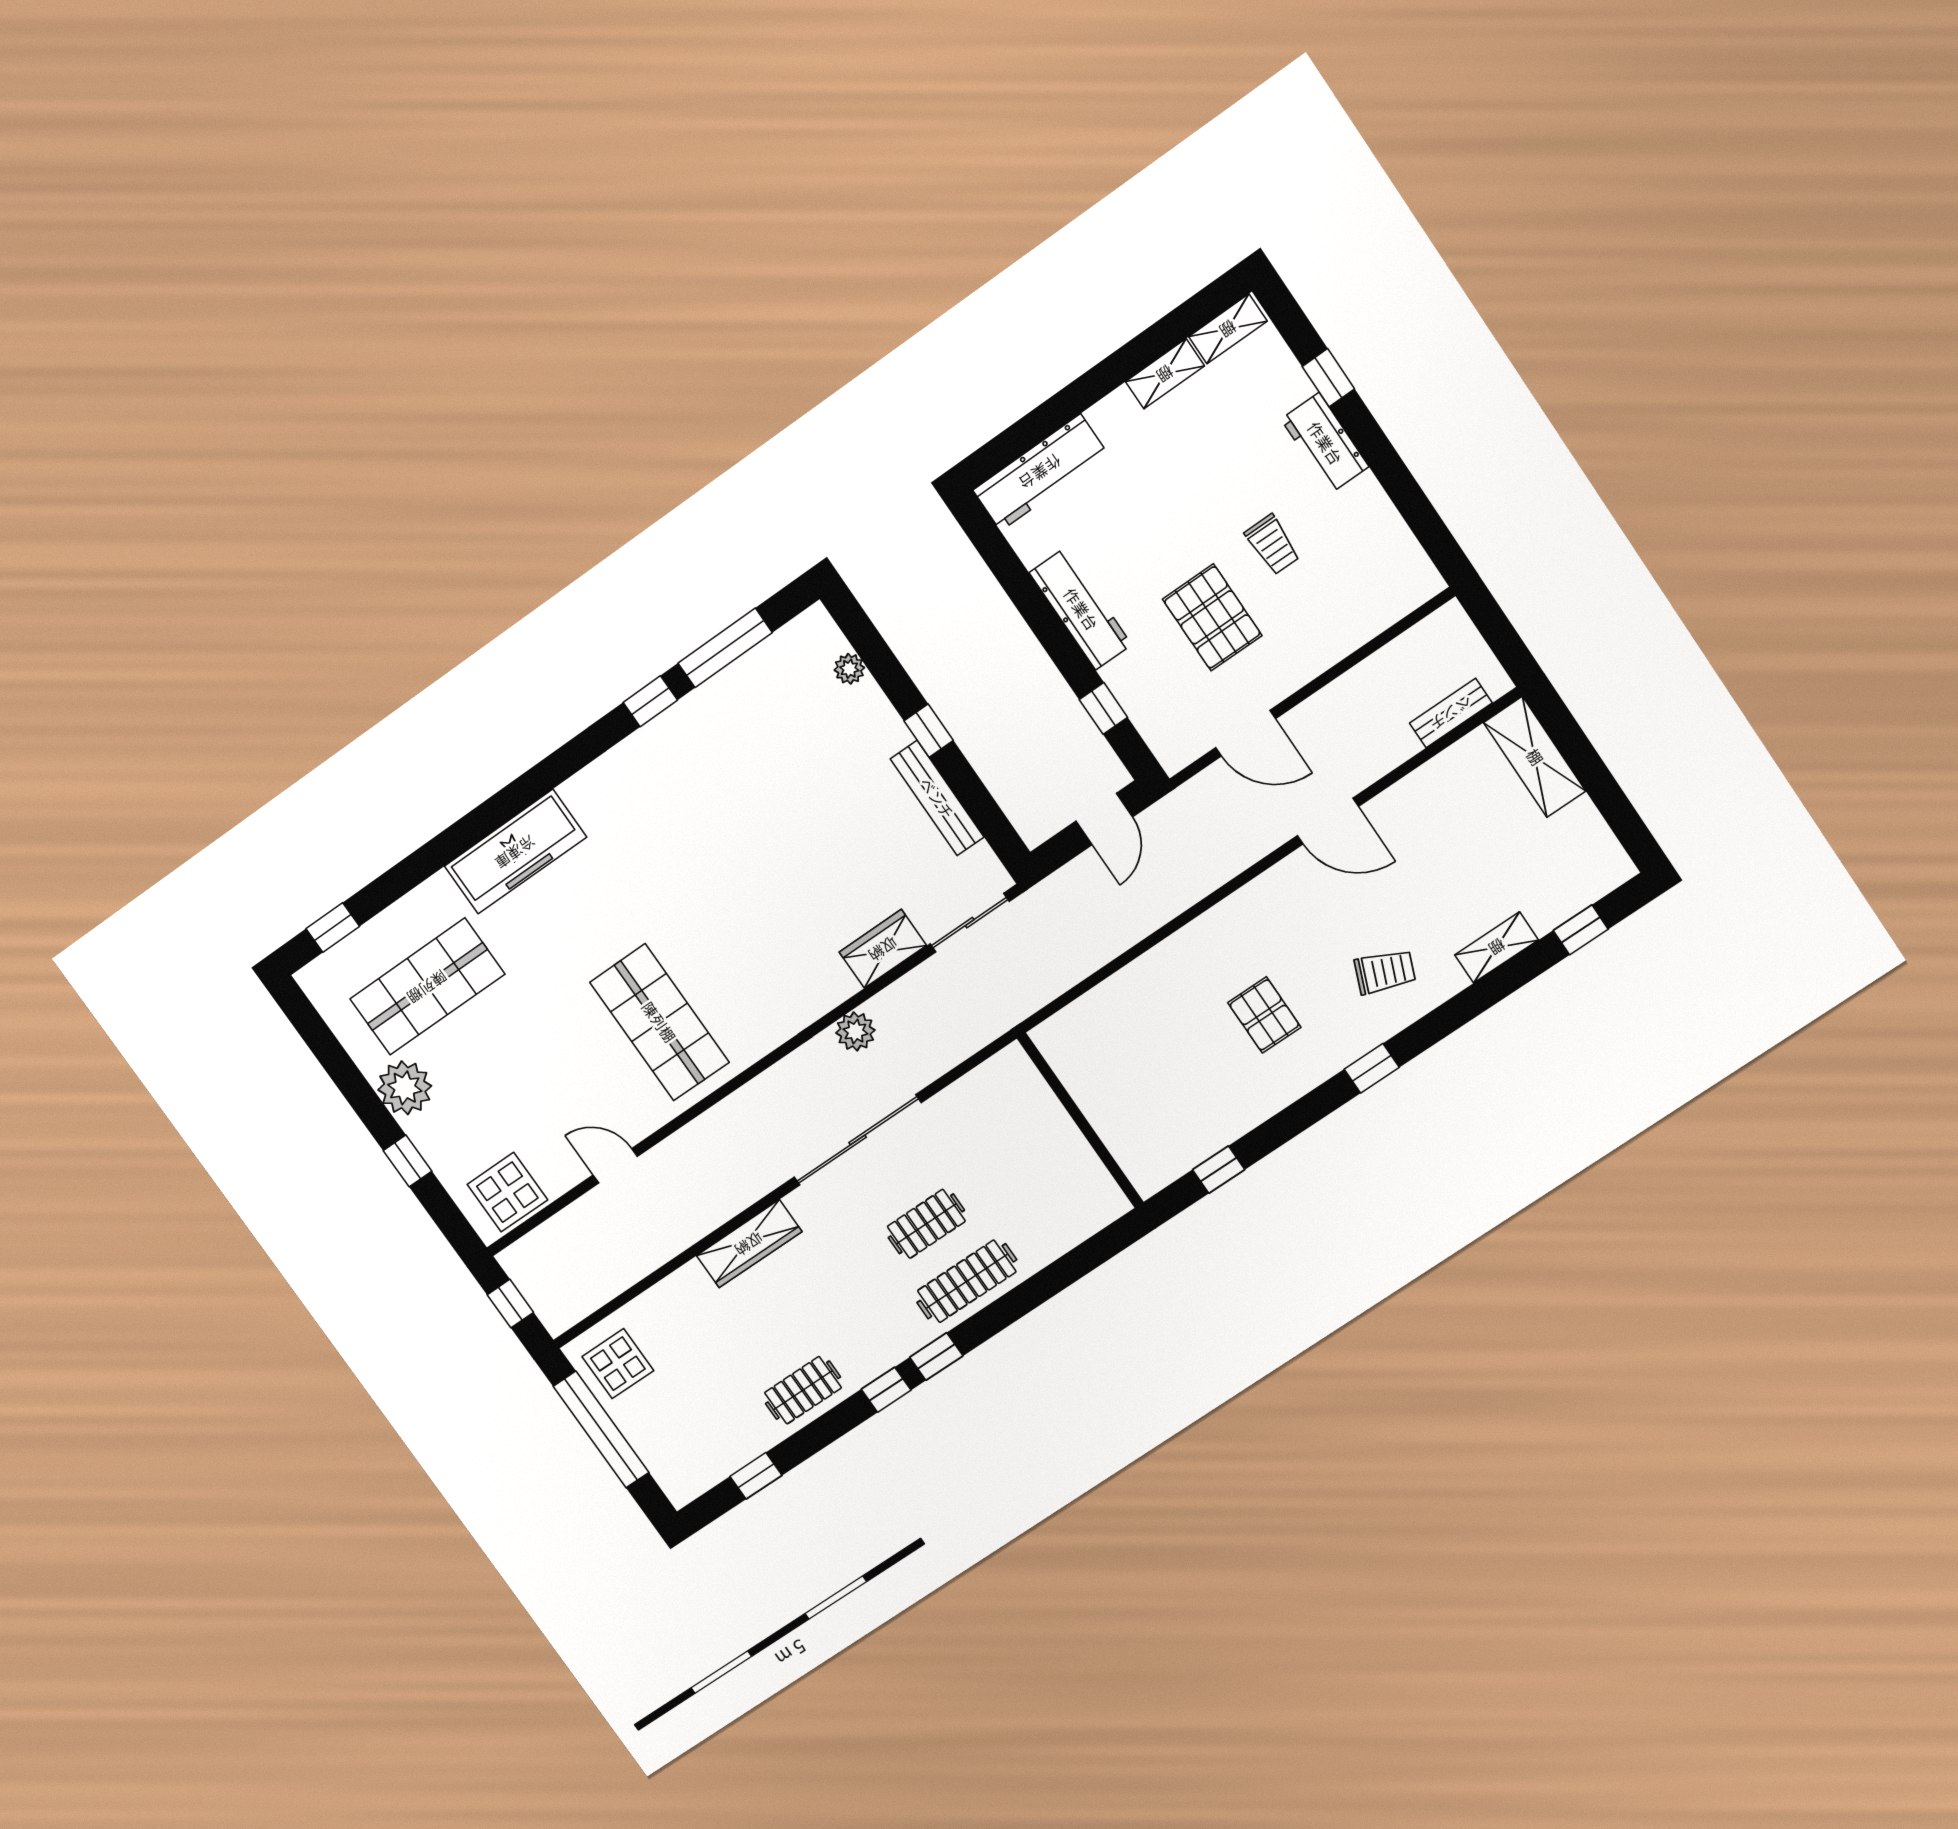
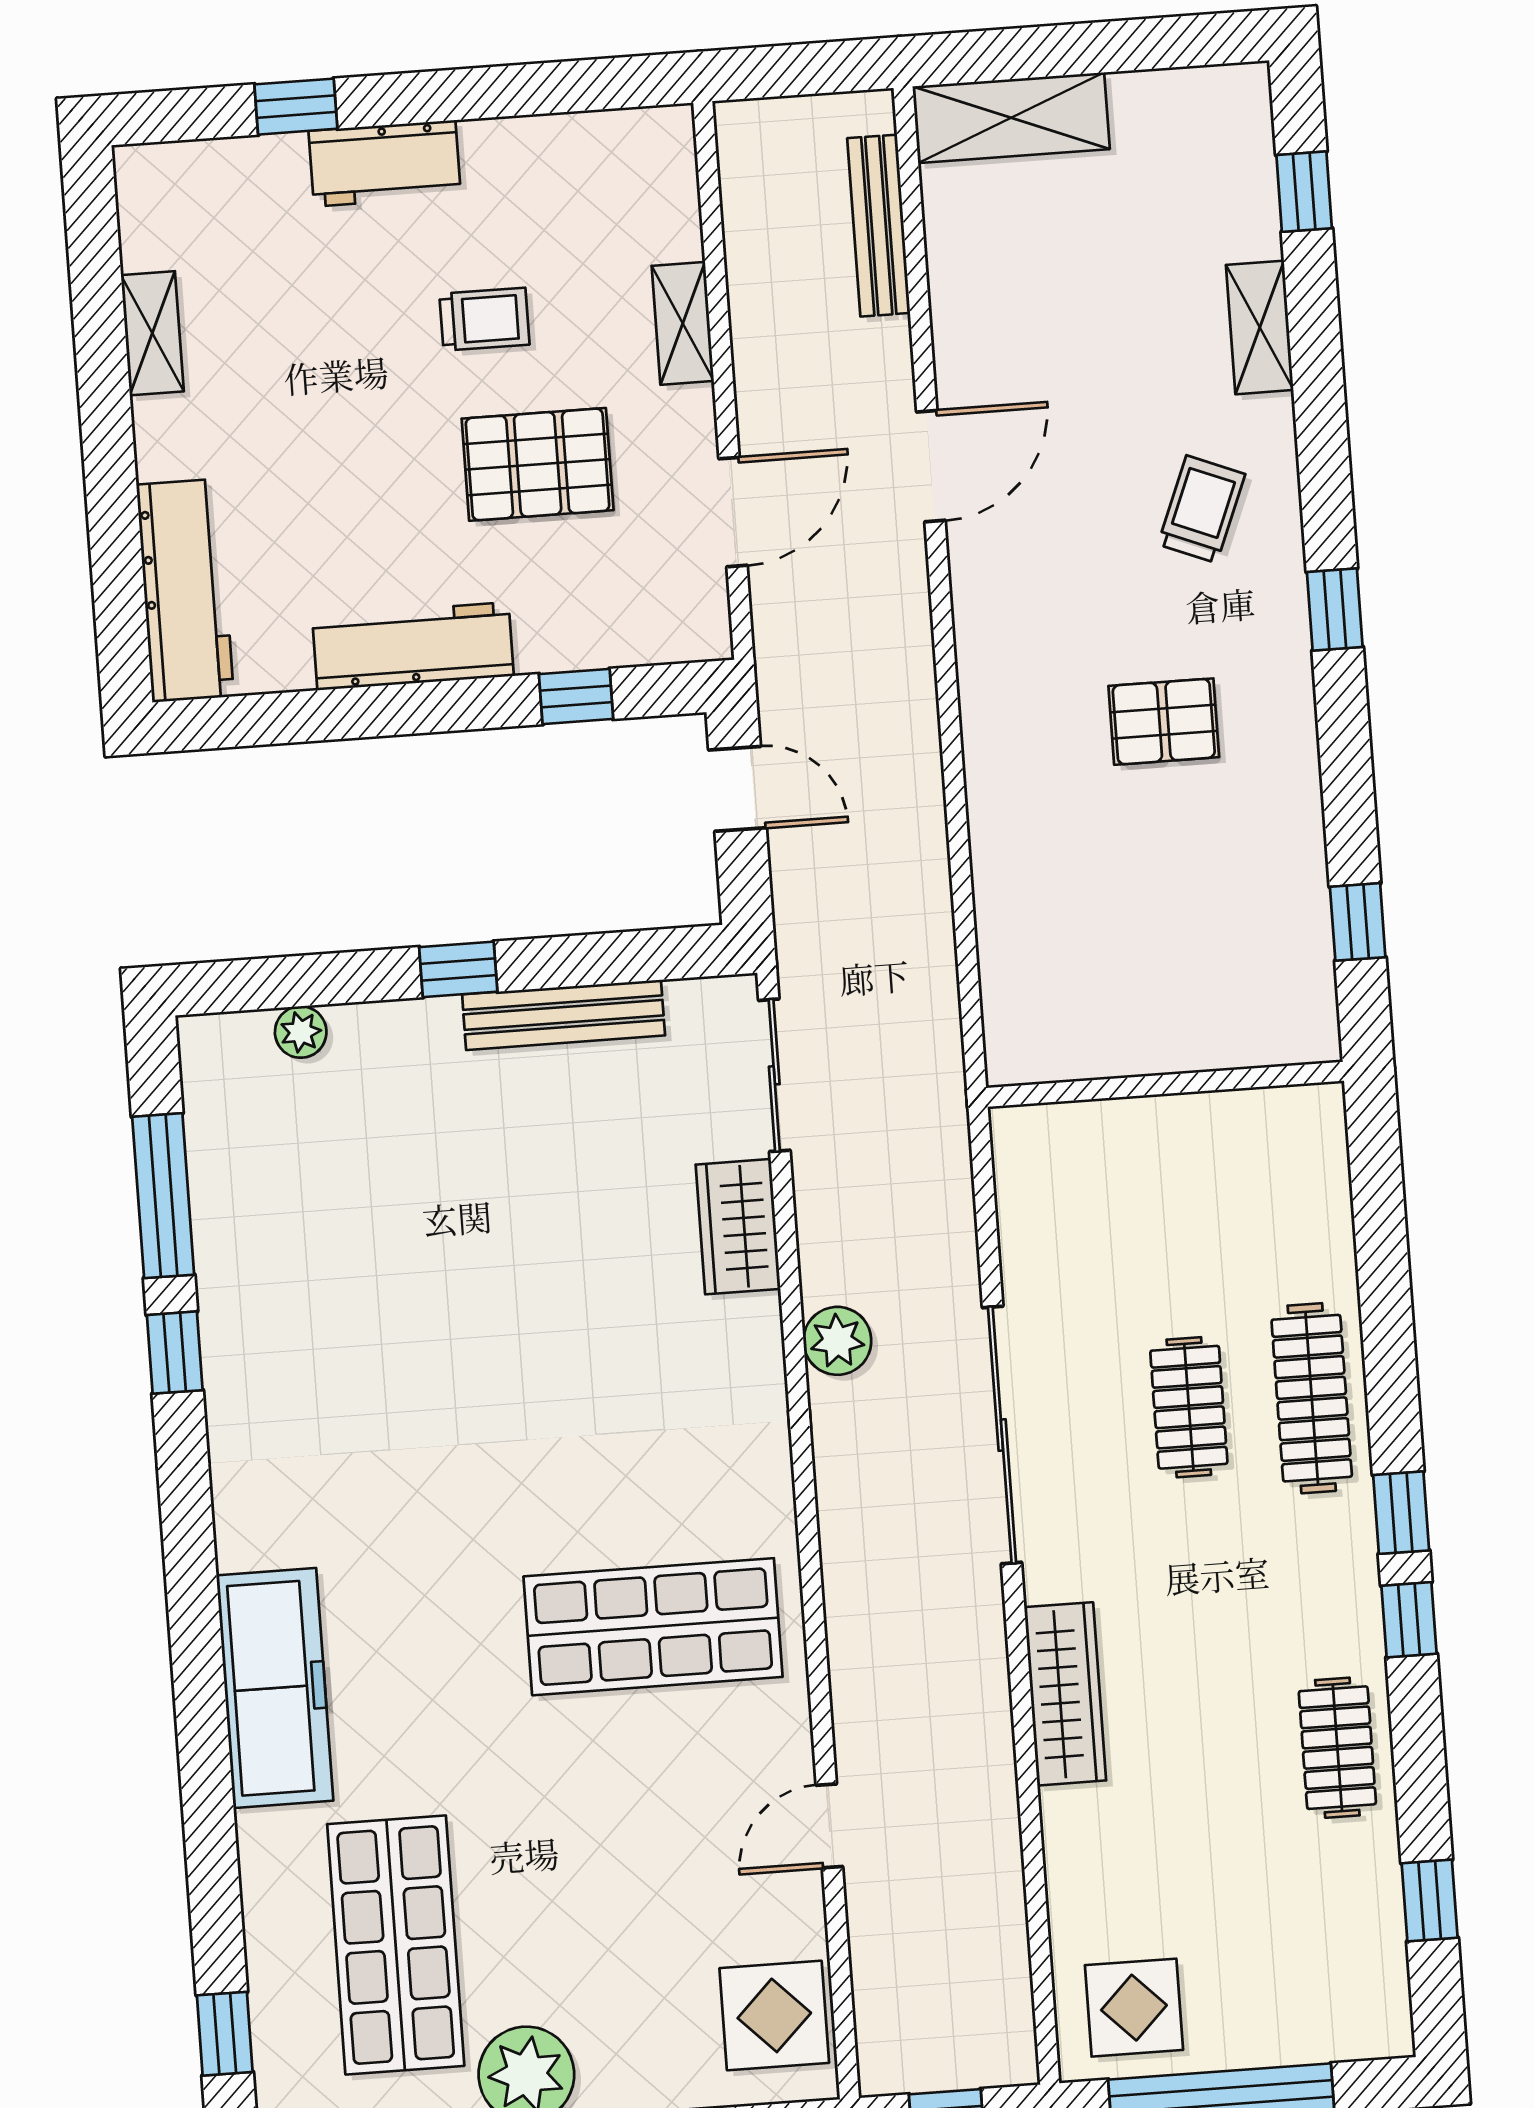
shelving: (1228, 329) -> (683, 323), moved
bench: (1451, 713) -> (879, 226), width x1.36

